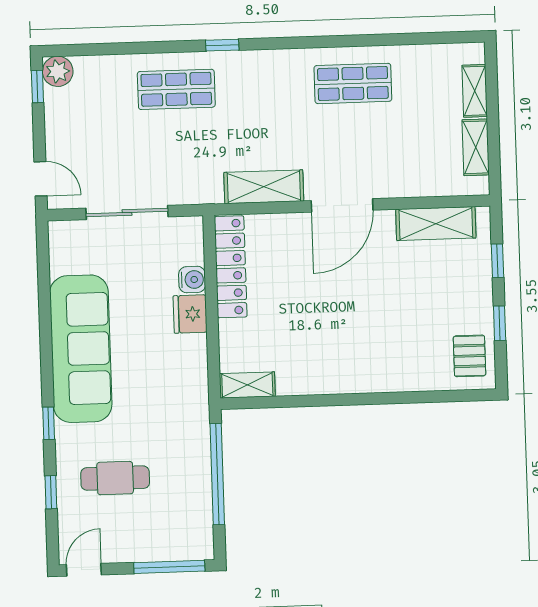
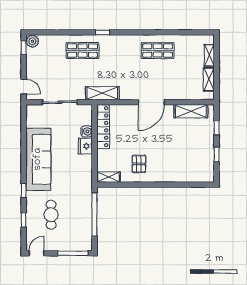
shelving: (264, 187) -> (102, 93), moved
pallet: (470, 356) -> (139, 164), moved
cafe table: (115, 478) -> (51, 215), turned 90

